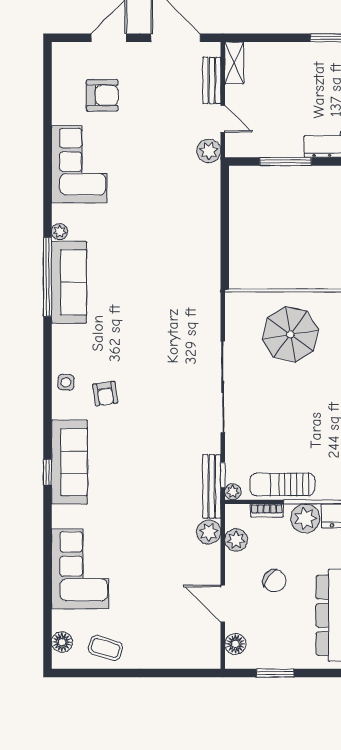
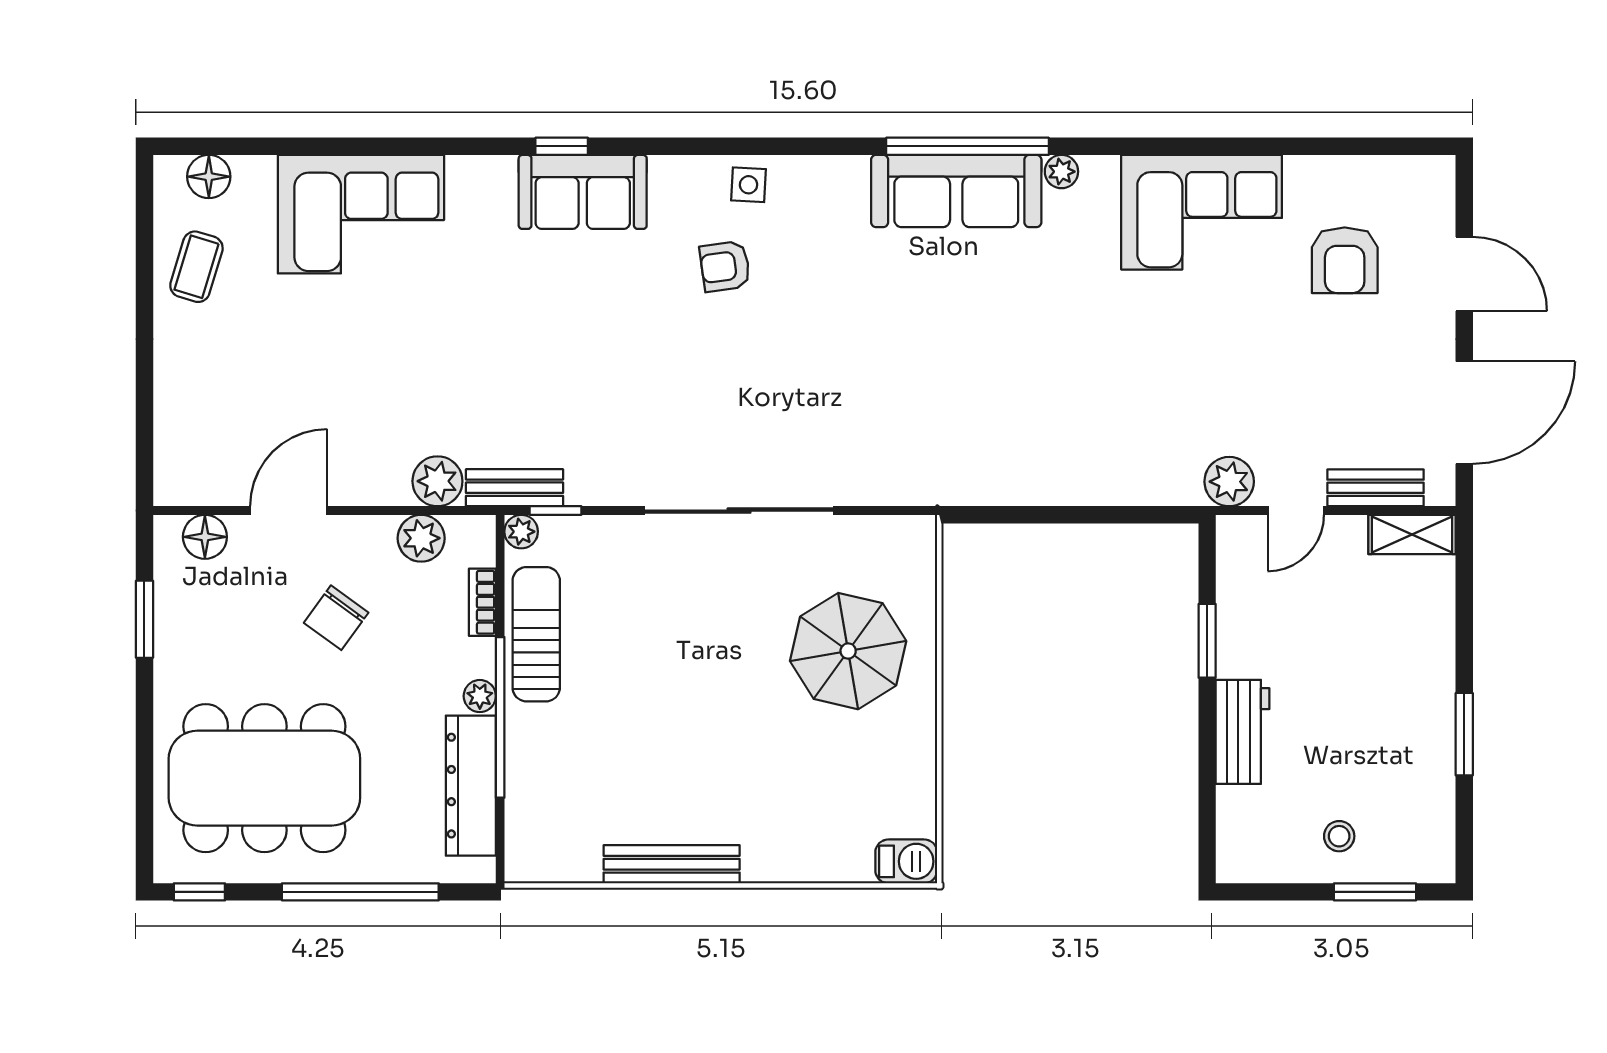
window: (285, 162) -> (1207, 641), width x0.69
sofa: (69, 462) -> (583, 192), width x0.73
bench: (212, 486) -> (514, 488), width x0.73
plant: (305, 518) -> (480, 696), width x0.53, depth x0.53

